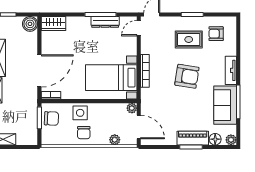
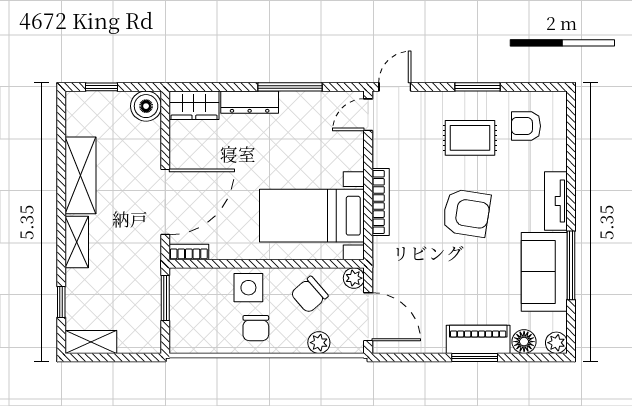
dresser: (105, 22) -> (250, 102), moved
chair: (51, 118) -> (309, 295), moved, turned 137

